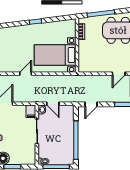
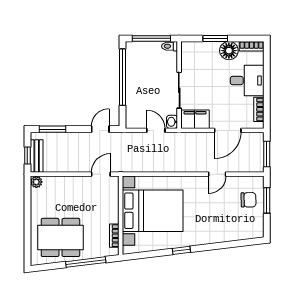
bed with nightstands: (55, 55) -> (153, 211), width x1.36
door: (26, 74) -> (217, 174), moved
door: (119, 74) -> (101, 174), moved
filing cabinet: (31, 111) -> (195, 119), width x2.00

